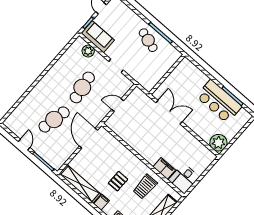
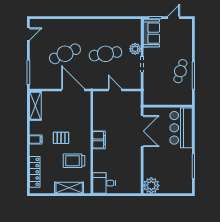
plant: (88, 51) -> (135, 49), moved
bar counter: (219, 101) -> (181, 128), moved
cafe table: (54, 120) -> (65, 54), turned -36
door: (88, 138) -> (73, 90), hinge flipped
door: (24, 145) -> (28, 34), moved
filing cabinet: (164, 168) -> (99, 140), moved
shelving: (80, 184) -> (35, 106), width x0.68

